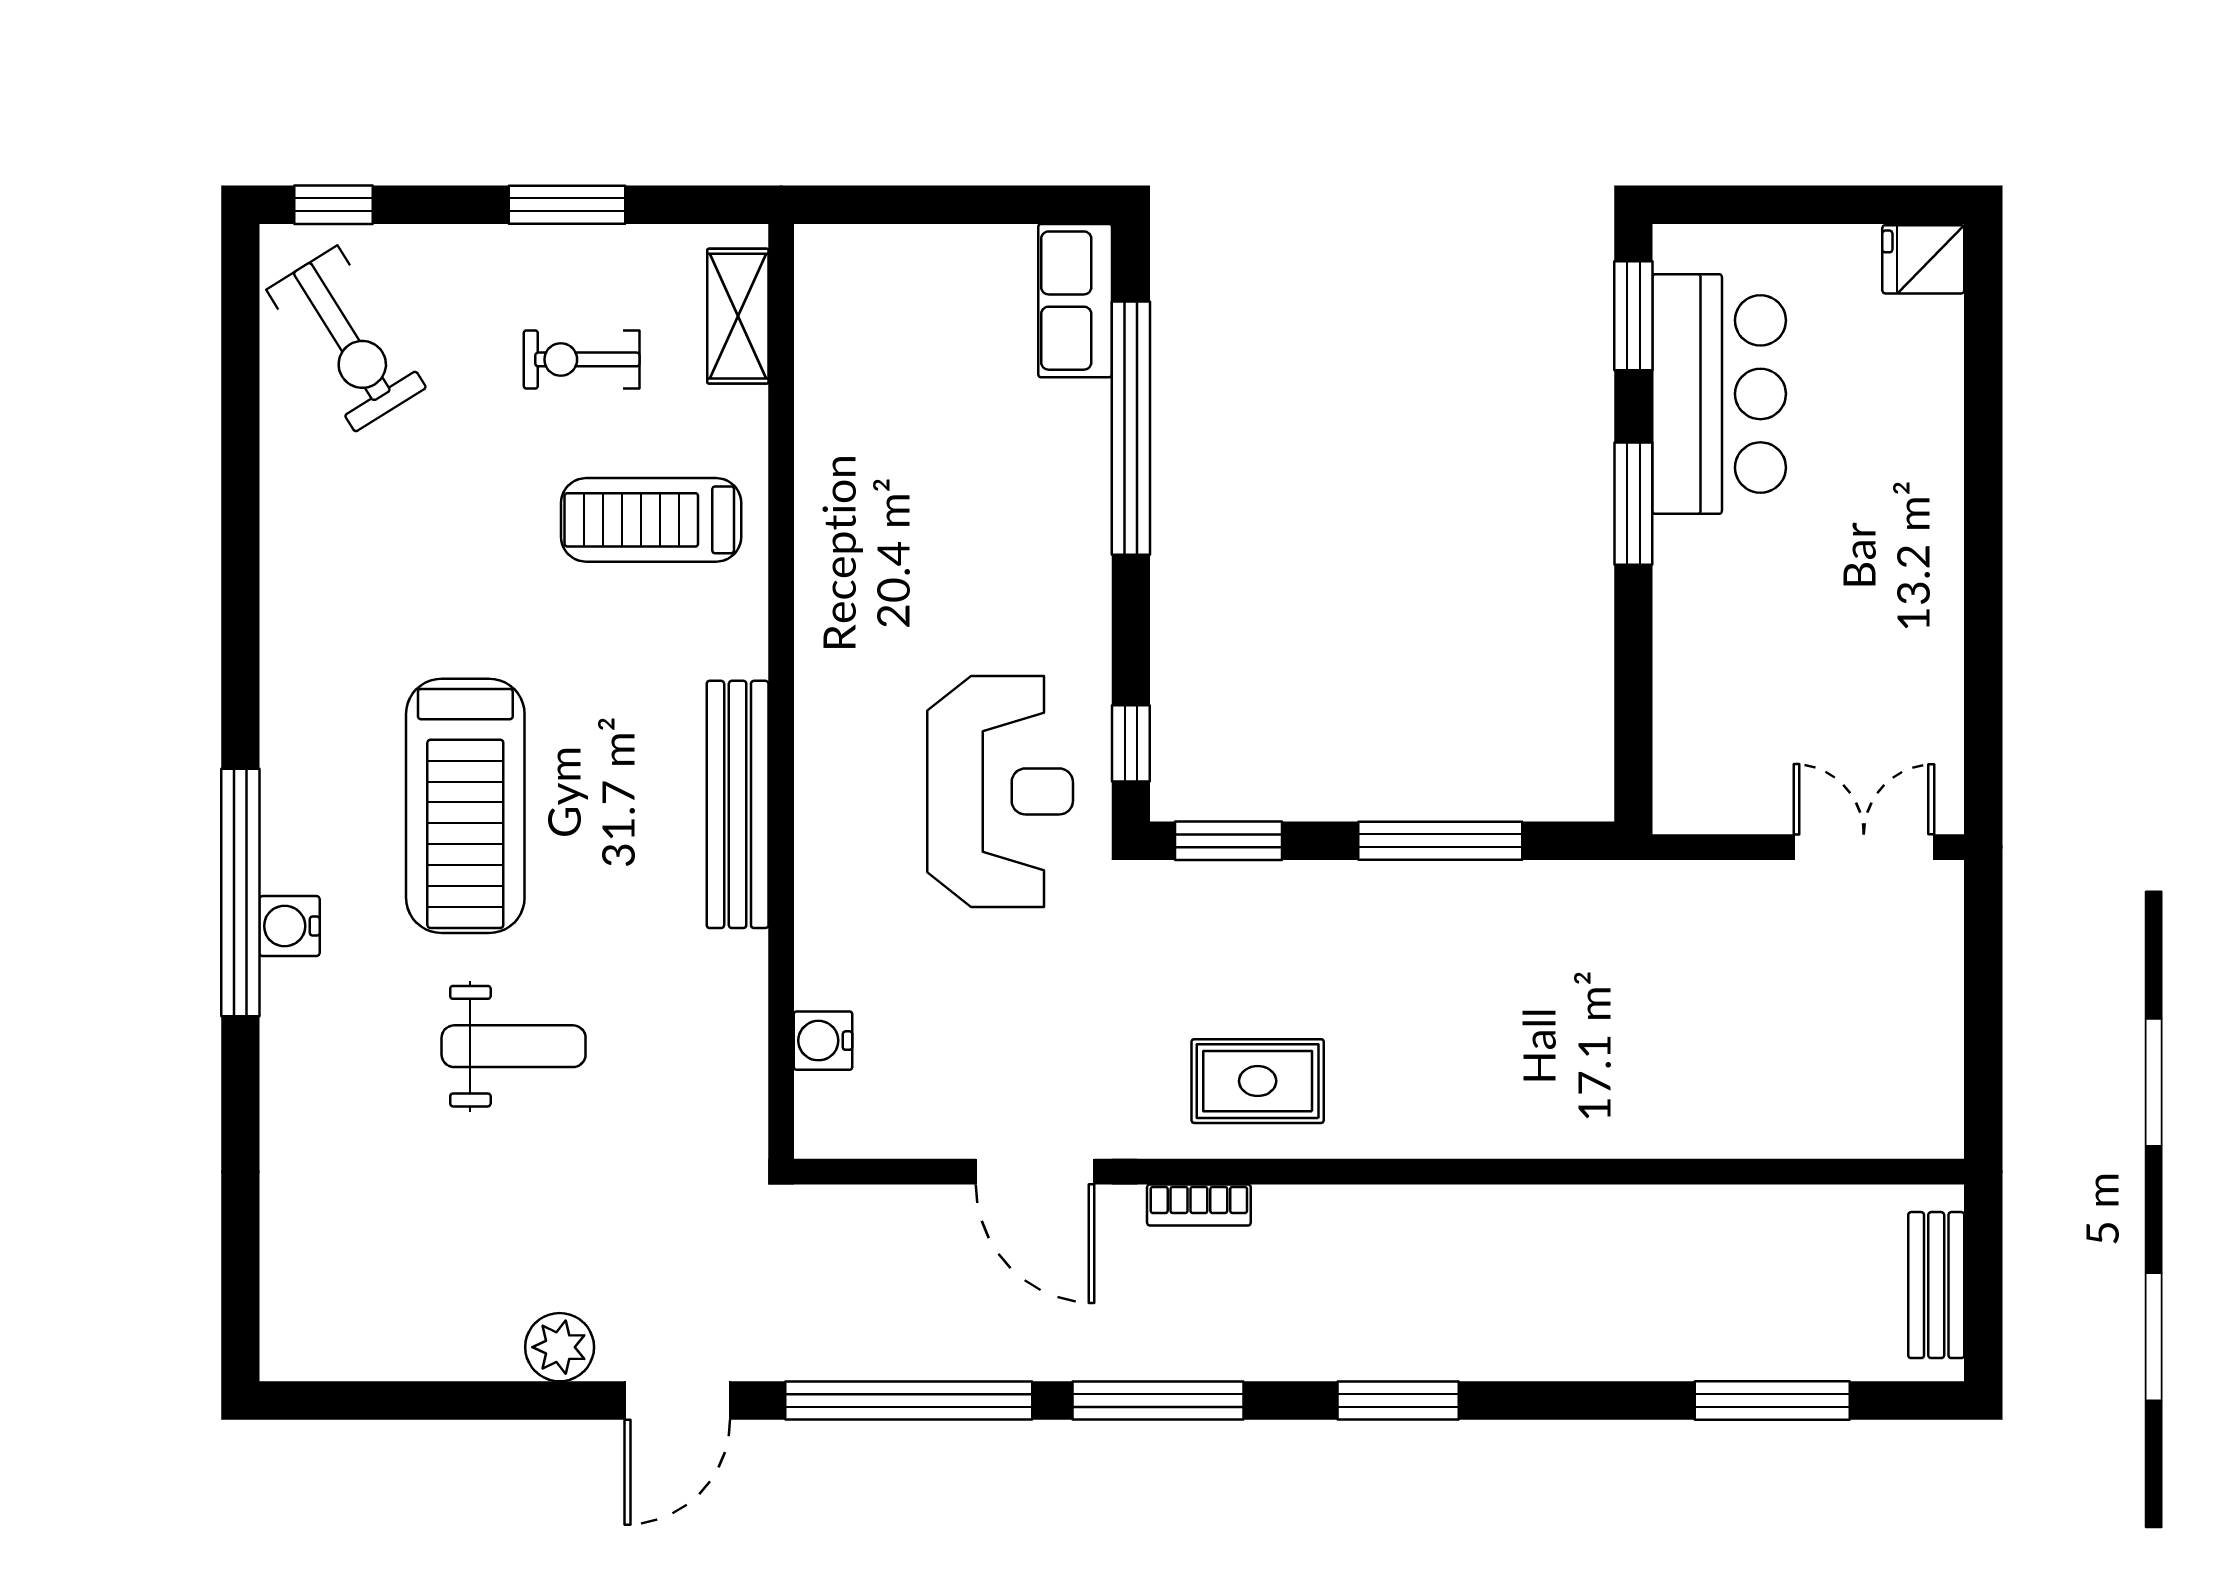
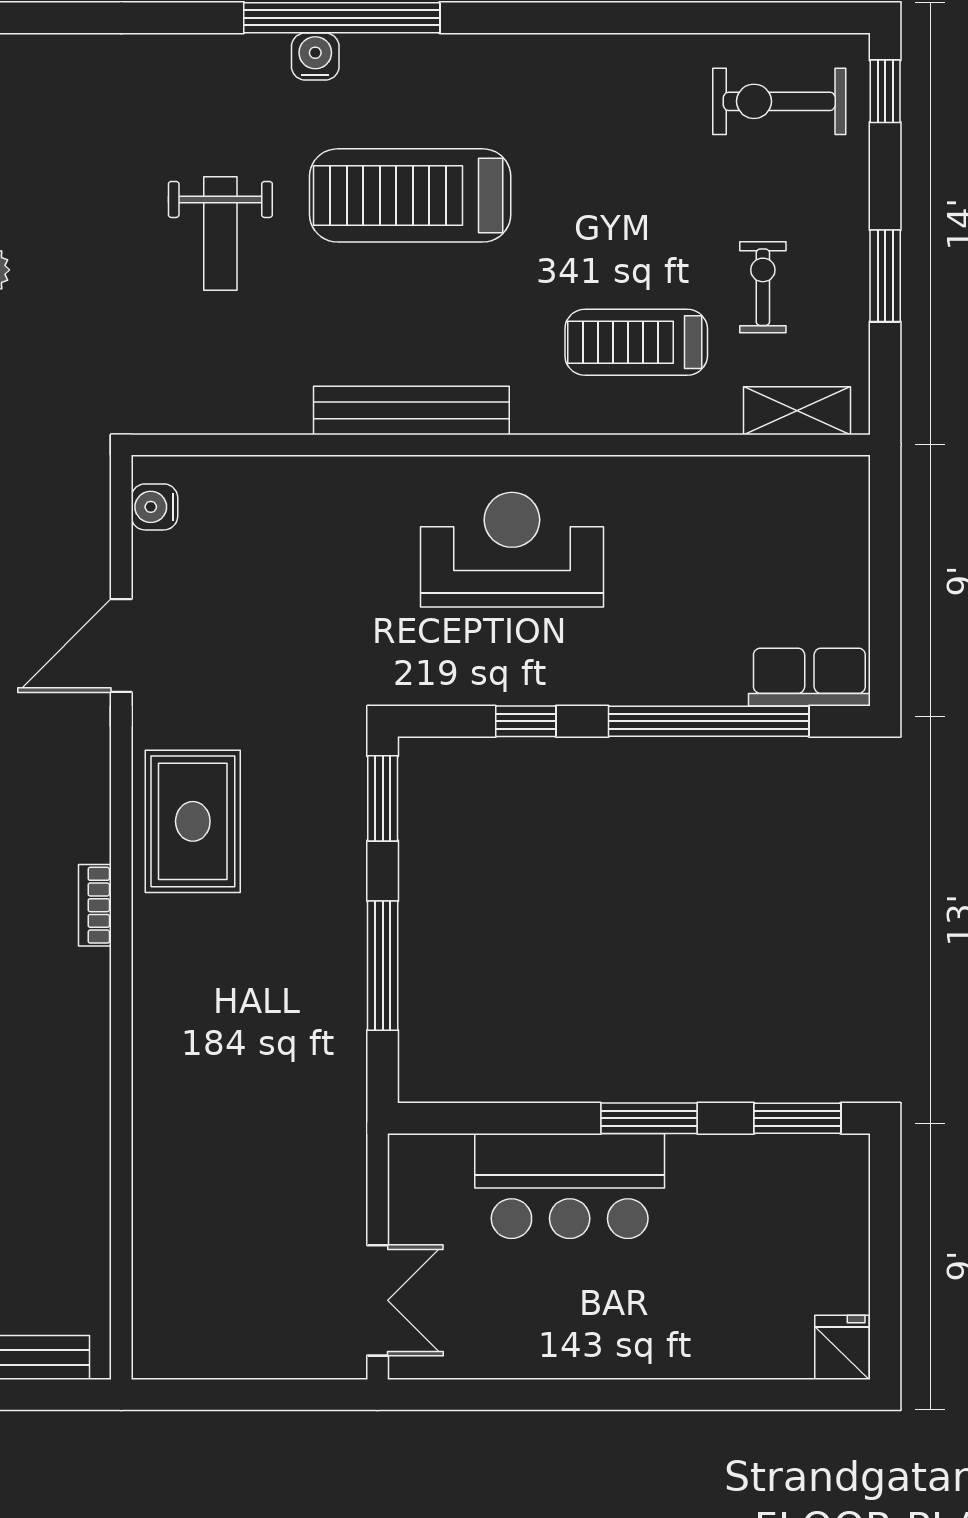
exercise bike: (346, 339) -> (779, 101), turned 32
bar counter: (1719, 394) -> (570, 1186), moved
treadmill: (651, 520) -> (636, 342), turned -90
window: (1131, 743) -> (526, 721), moved
reception desk: (1000, 791) -> (512, 550), moved, turned 180
water cooler: (823, 1041) -> (154, 507), moved, turned -90
rug: (1258, 1081) -> (193, 821), width x1.36, depth x1.43
bookcase: (1199, 1205) -> (95, 905), moved

